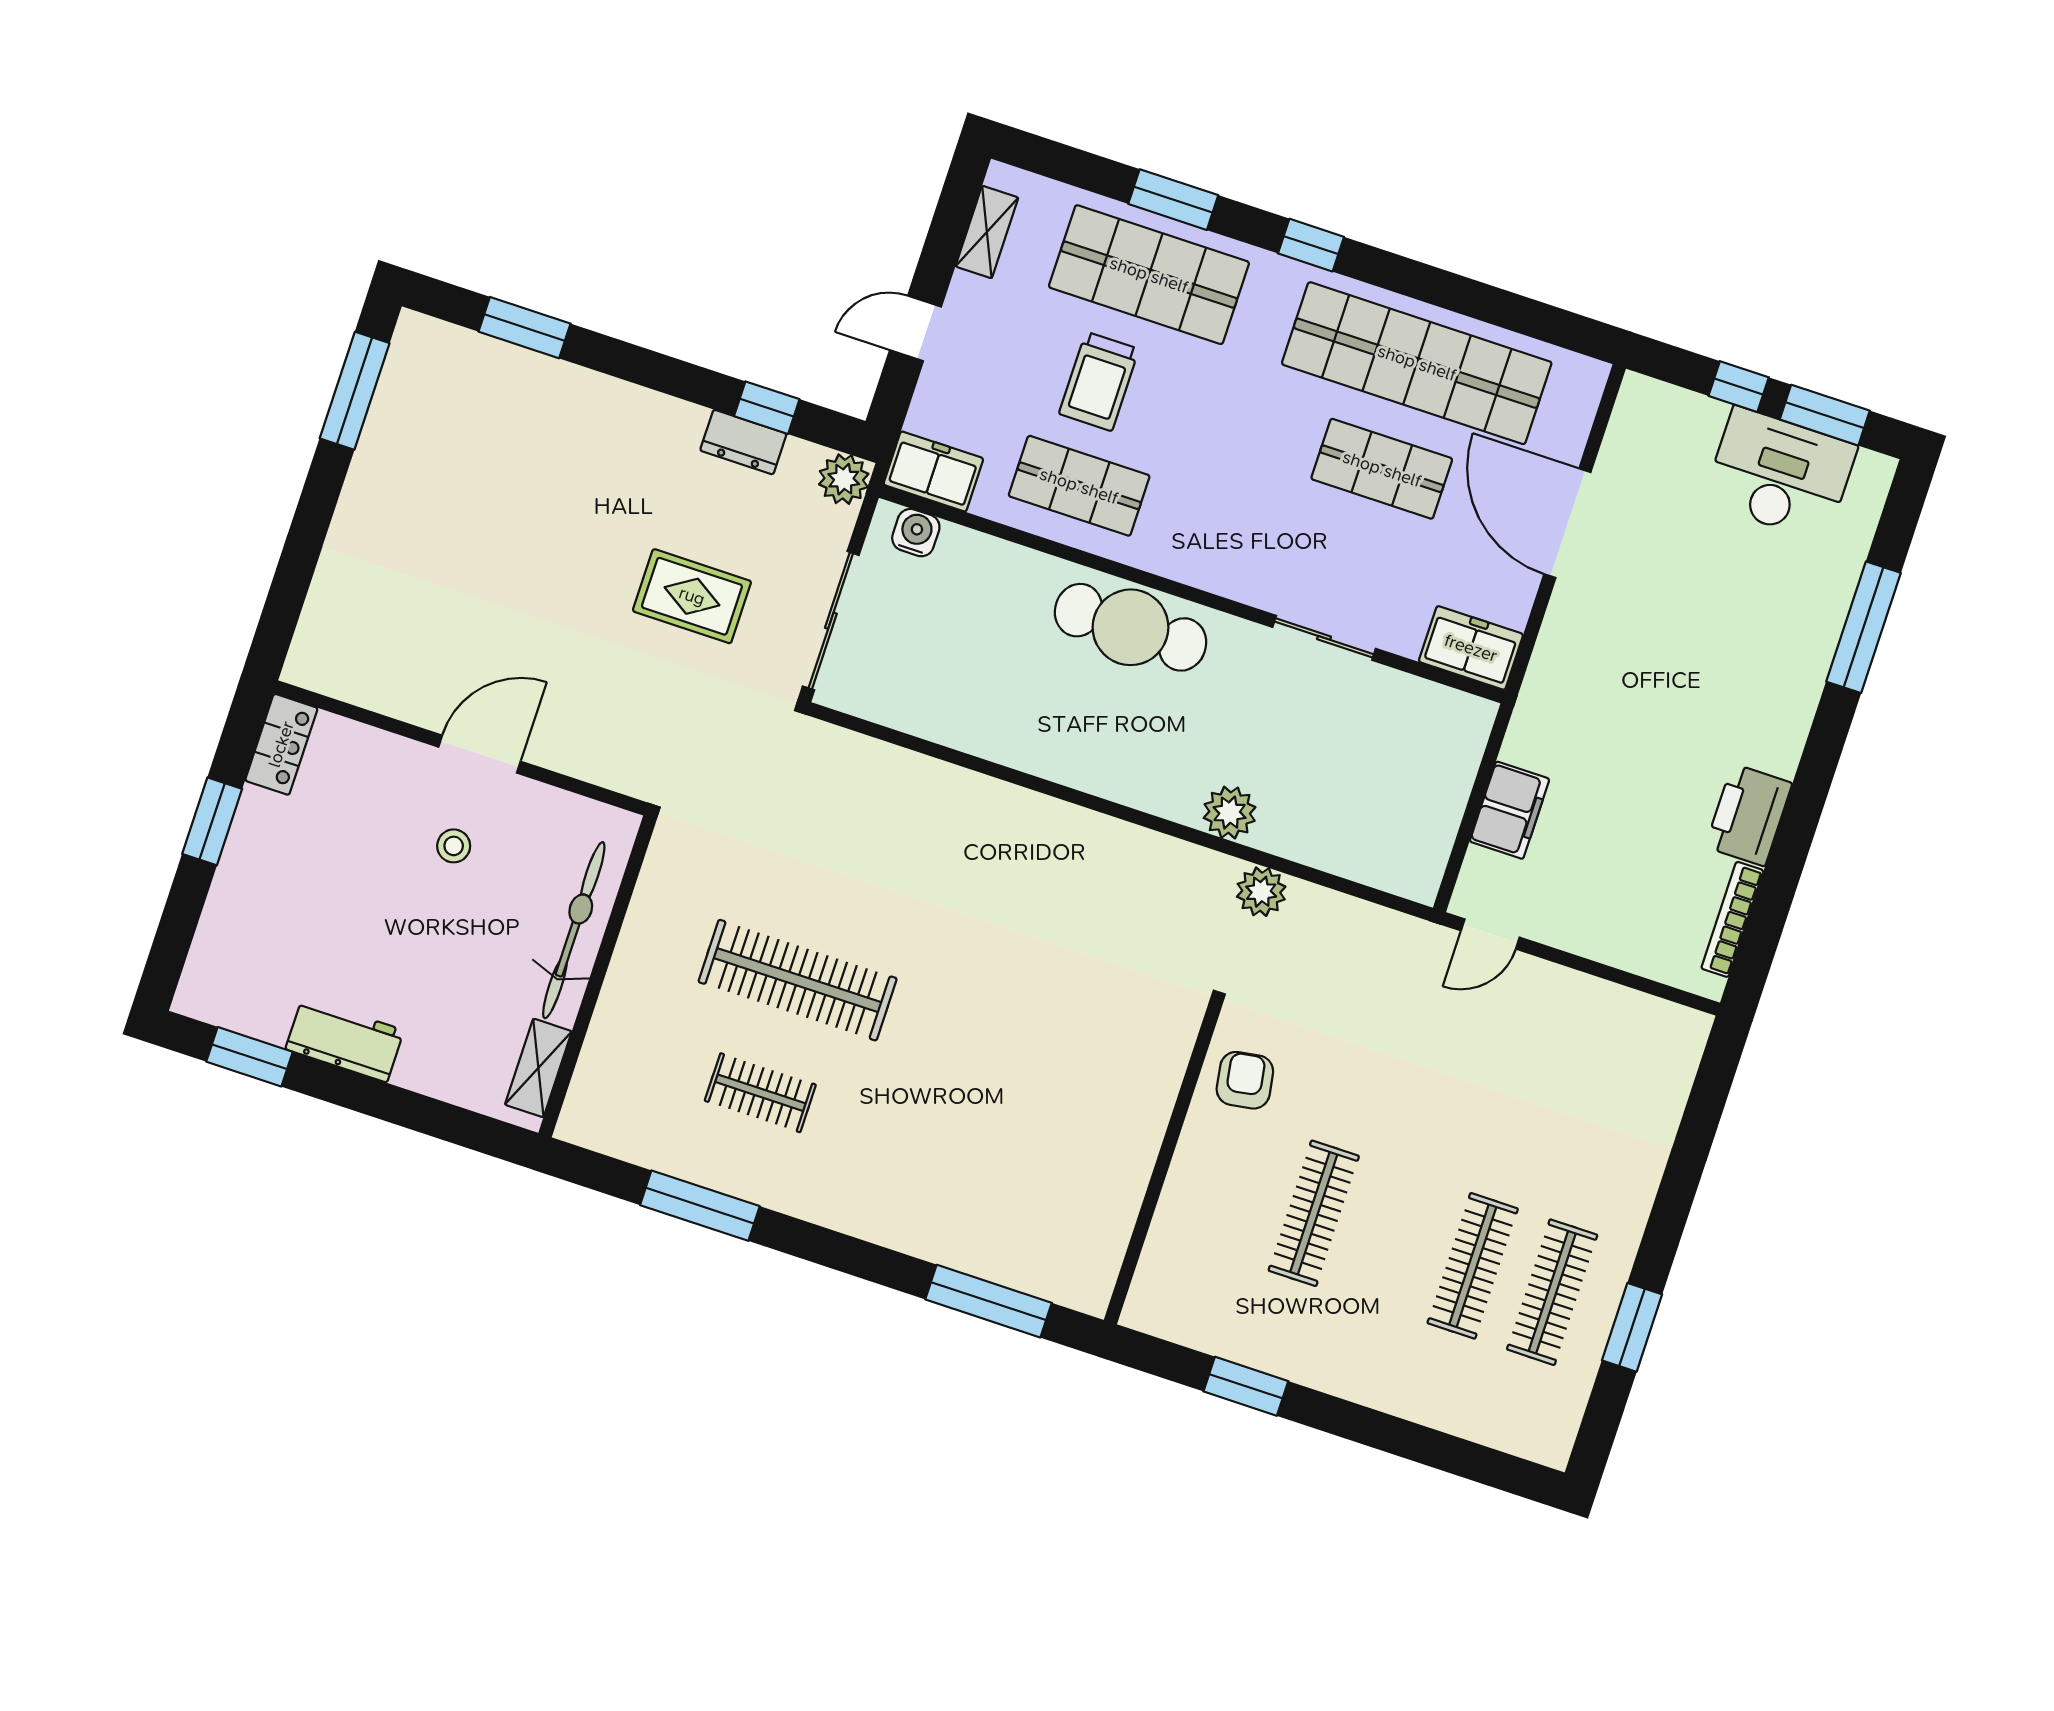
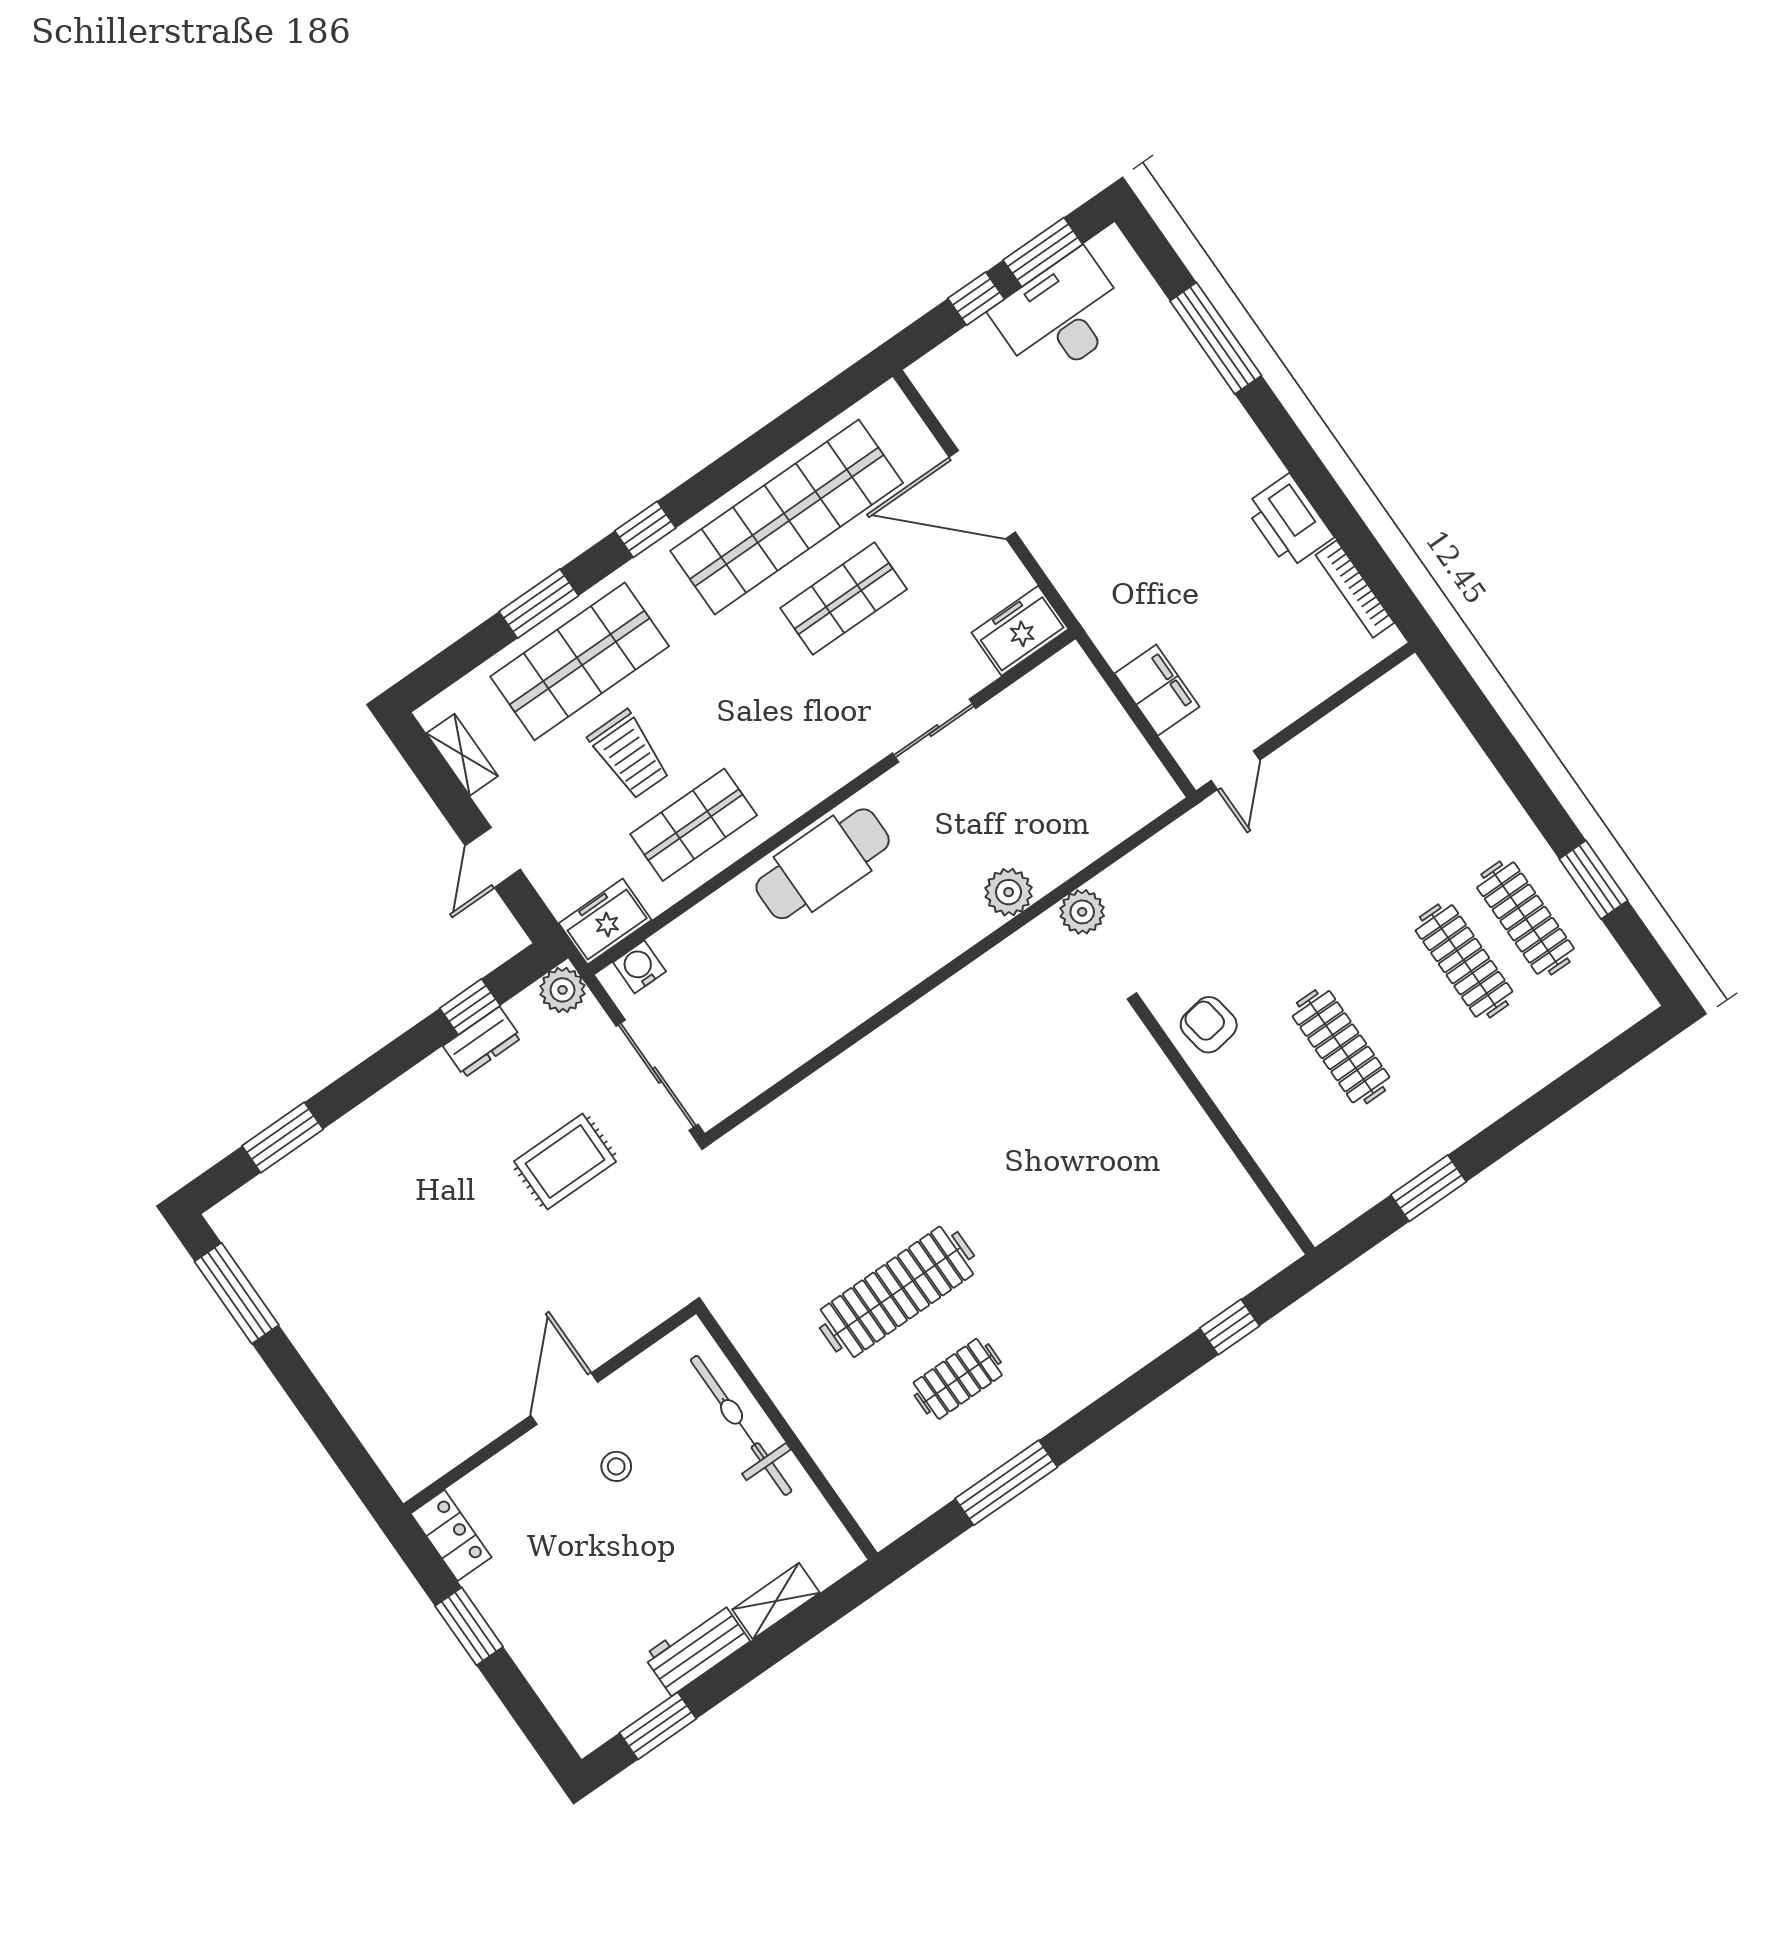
shelving: (538, 1068) -> (776, 1601), moved, turned 90
window: (989, 1301) -> (1230, 1327), width x0.46

